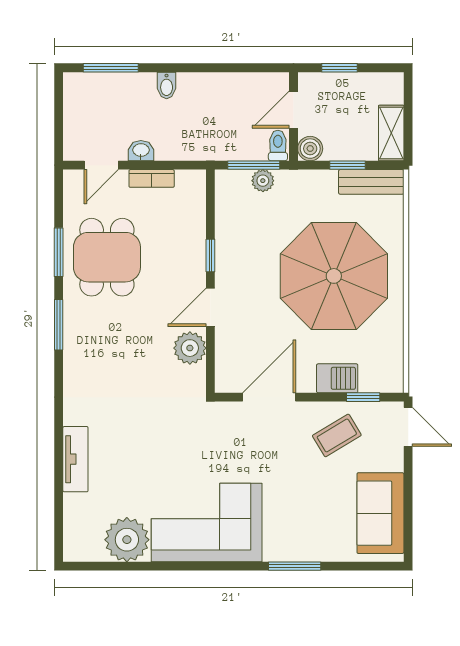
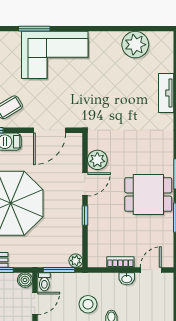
stool: (205, 108) -> (88, 304), added
plant: (263, 181) -> (76, 261), moved
dining table: (107, 257) -> (148, 194), moved, turned 90
corner sofa: (207, 523) -> (55, 55), moved

